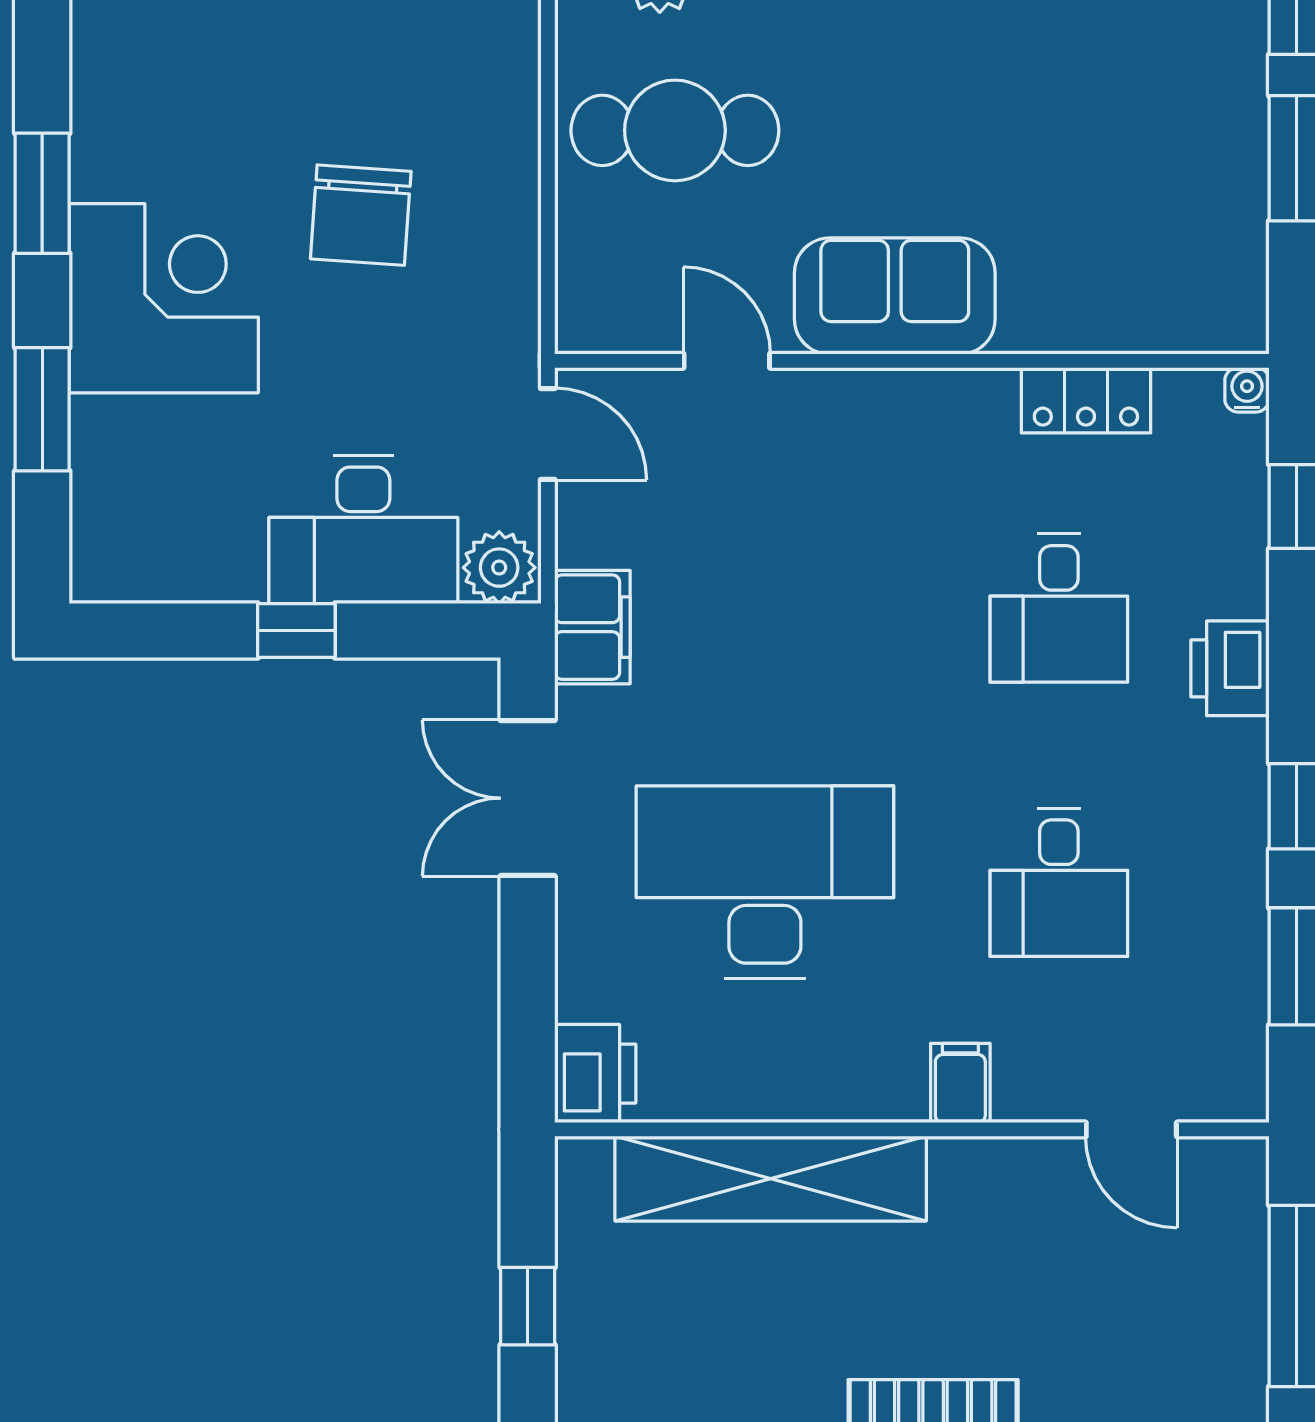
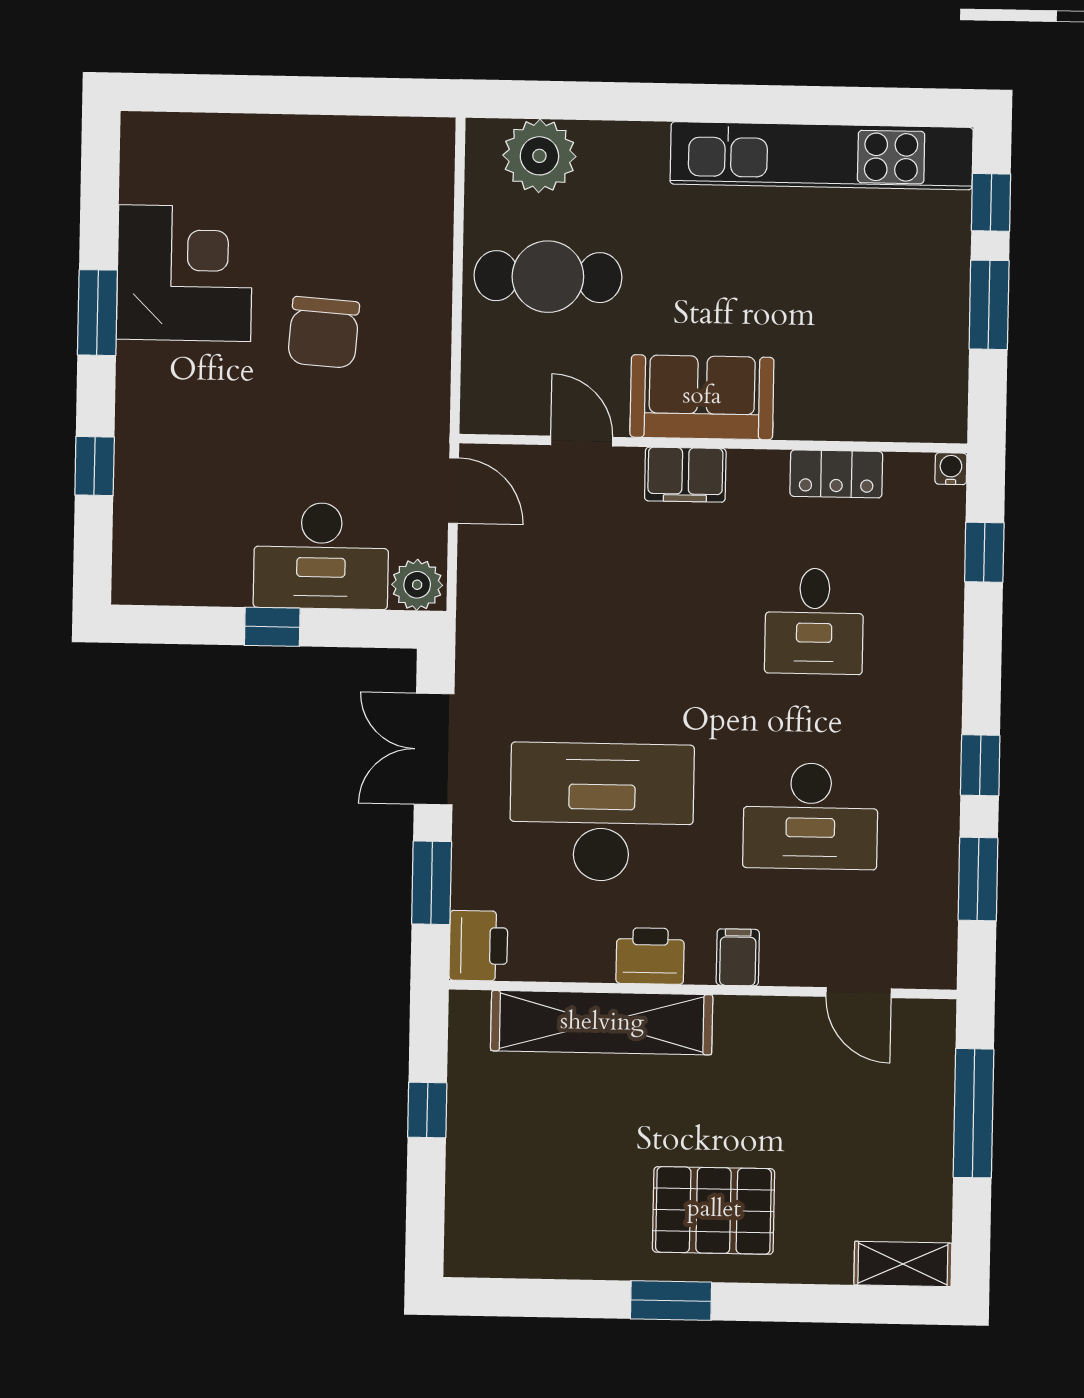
corner desk: (164, 298) -> (185, 273), moved
window: (42, 409) -> (95, 466), width x0.67
filing cabinet: (592, 627) -> (685, 475), moved, turned 90
printer: (1230, 668) -> (650, 956), moved, turned 90
desk: (1059, 882) -> (811, 816), width x1.37
window: (528, 986) -> (432, 883), added

